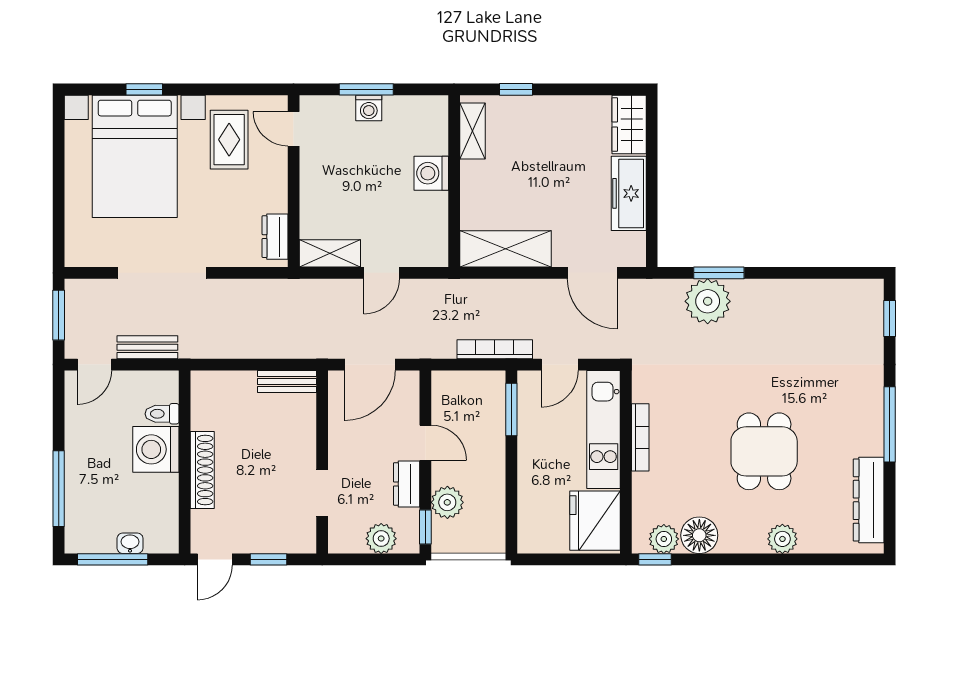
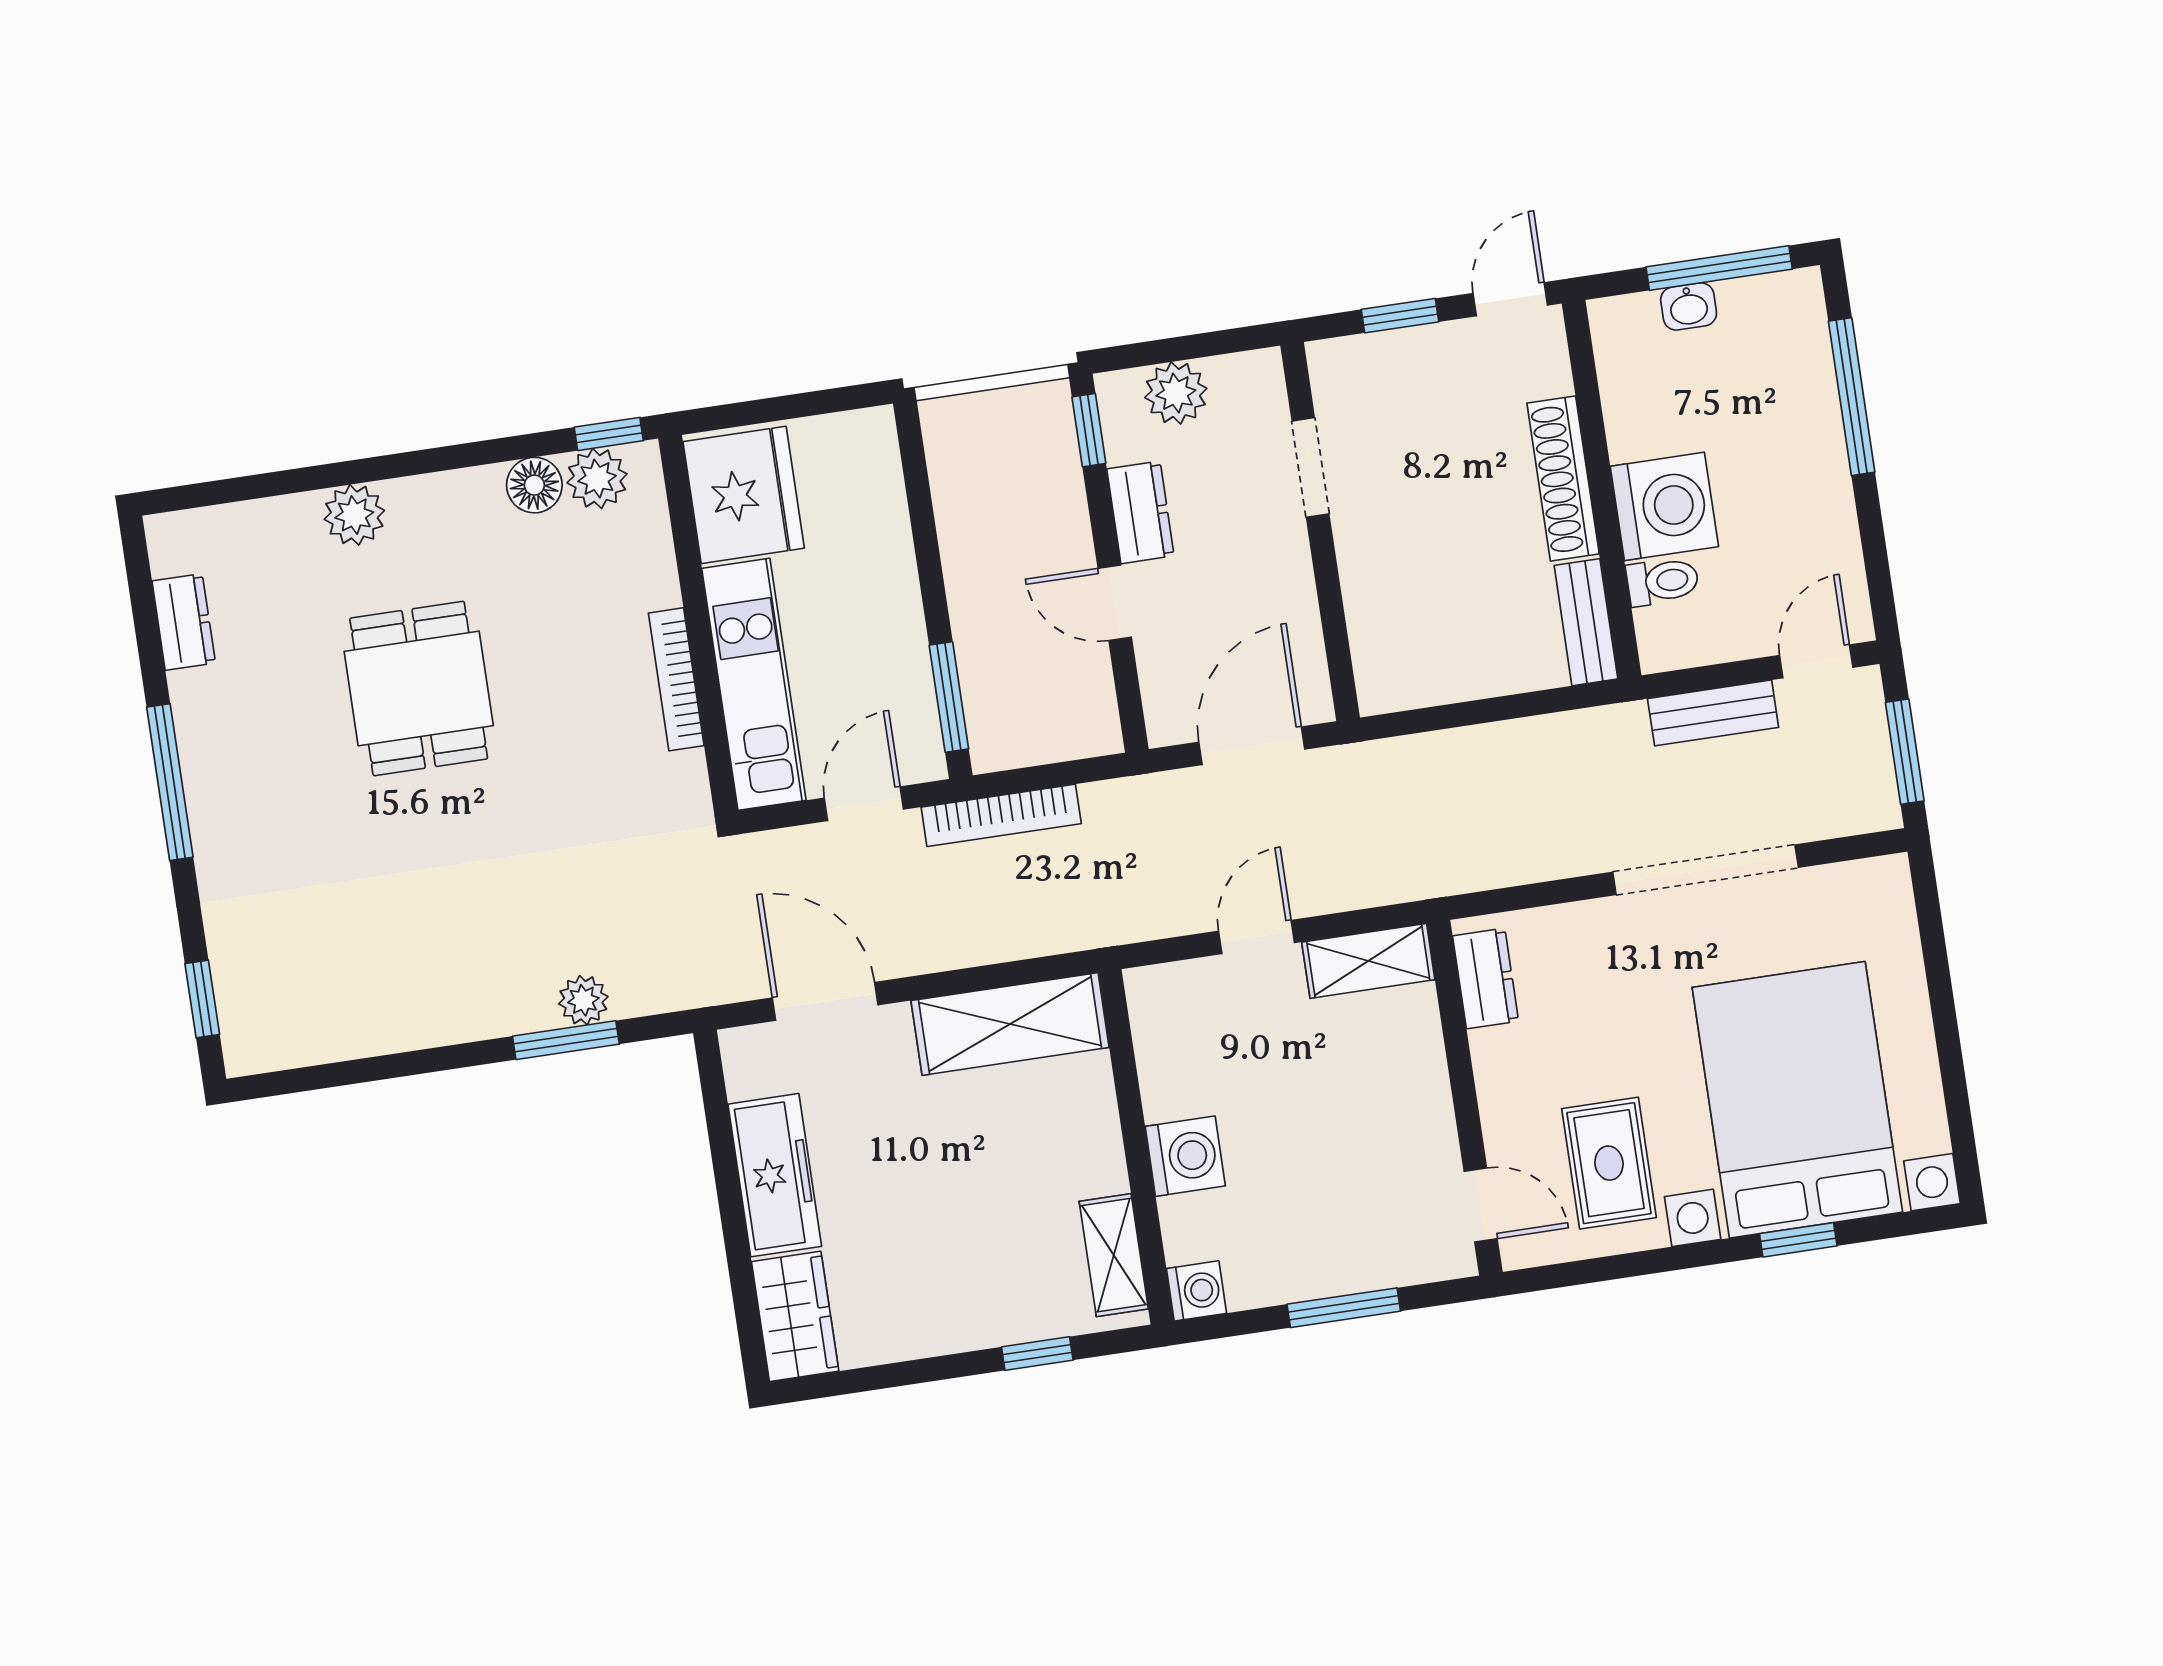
washing machine: (369, 108) -> (1196, 1291), moved, turned 90
plant: (708, 301) -> (583, 1000), width x0.53, depth x0.53
bench: (287, 382) -> (1586, 622), moved, turned 90
dresser: (869, 500) -> (184, 622), width x0.51, depth x0.80
plant: (447, 502) -> (1052, 487), removed
floor lamp: (699, 535) -> (534, 485), width x0.73, depth x0.73

